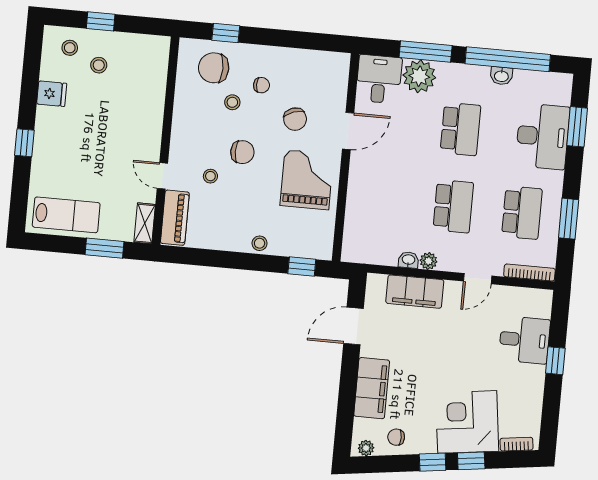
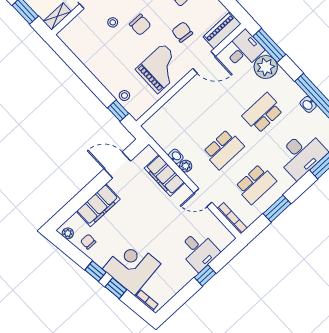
window: (426, 52) -> (269, 45), moved
chair: (295, 119) -> (182, 32), turned 115
school desk: (460, 129) -> (263, 113), turned 180
piano: (175, 218) -> (222, 30), moved, turned 180
stool: (260, 243) -> (124, 96), moved

